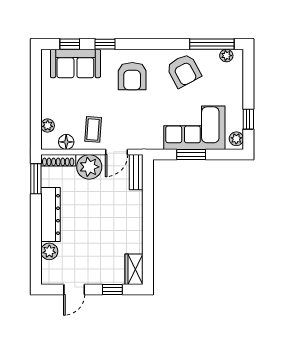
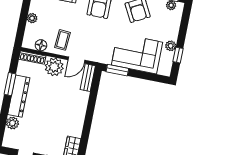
plant: (48, 126) -> (32, 18), moved
plant: (236, 139) -> (171, 46), moved
window: (191, 154) -> (117, 70), moved
window: (36, 179) -> (10, 84), moved

